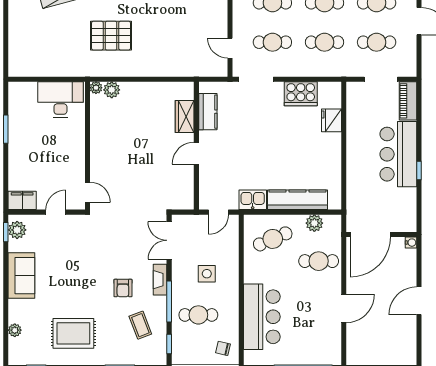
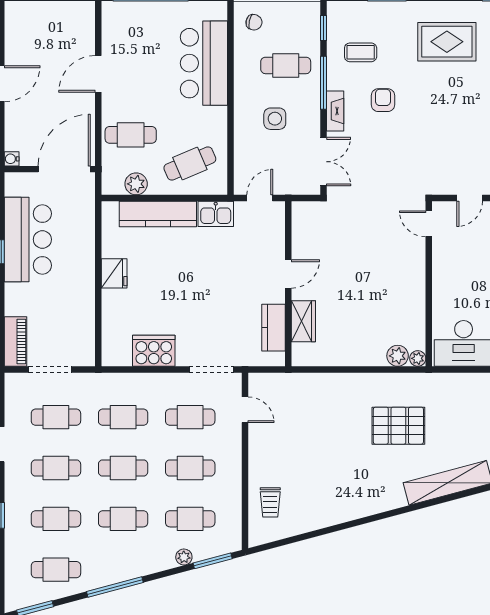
fridge: (331, 120) -> (114, 273), moved
bar counter: (398, 154) -> (28, 239), moved
coffee table: (140, 325) -> (361, 52), turned -69

